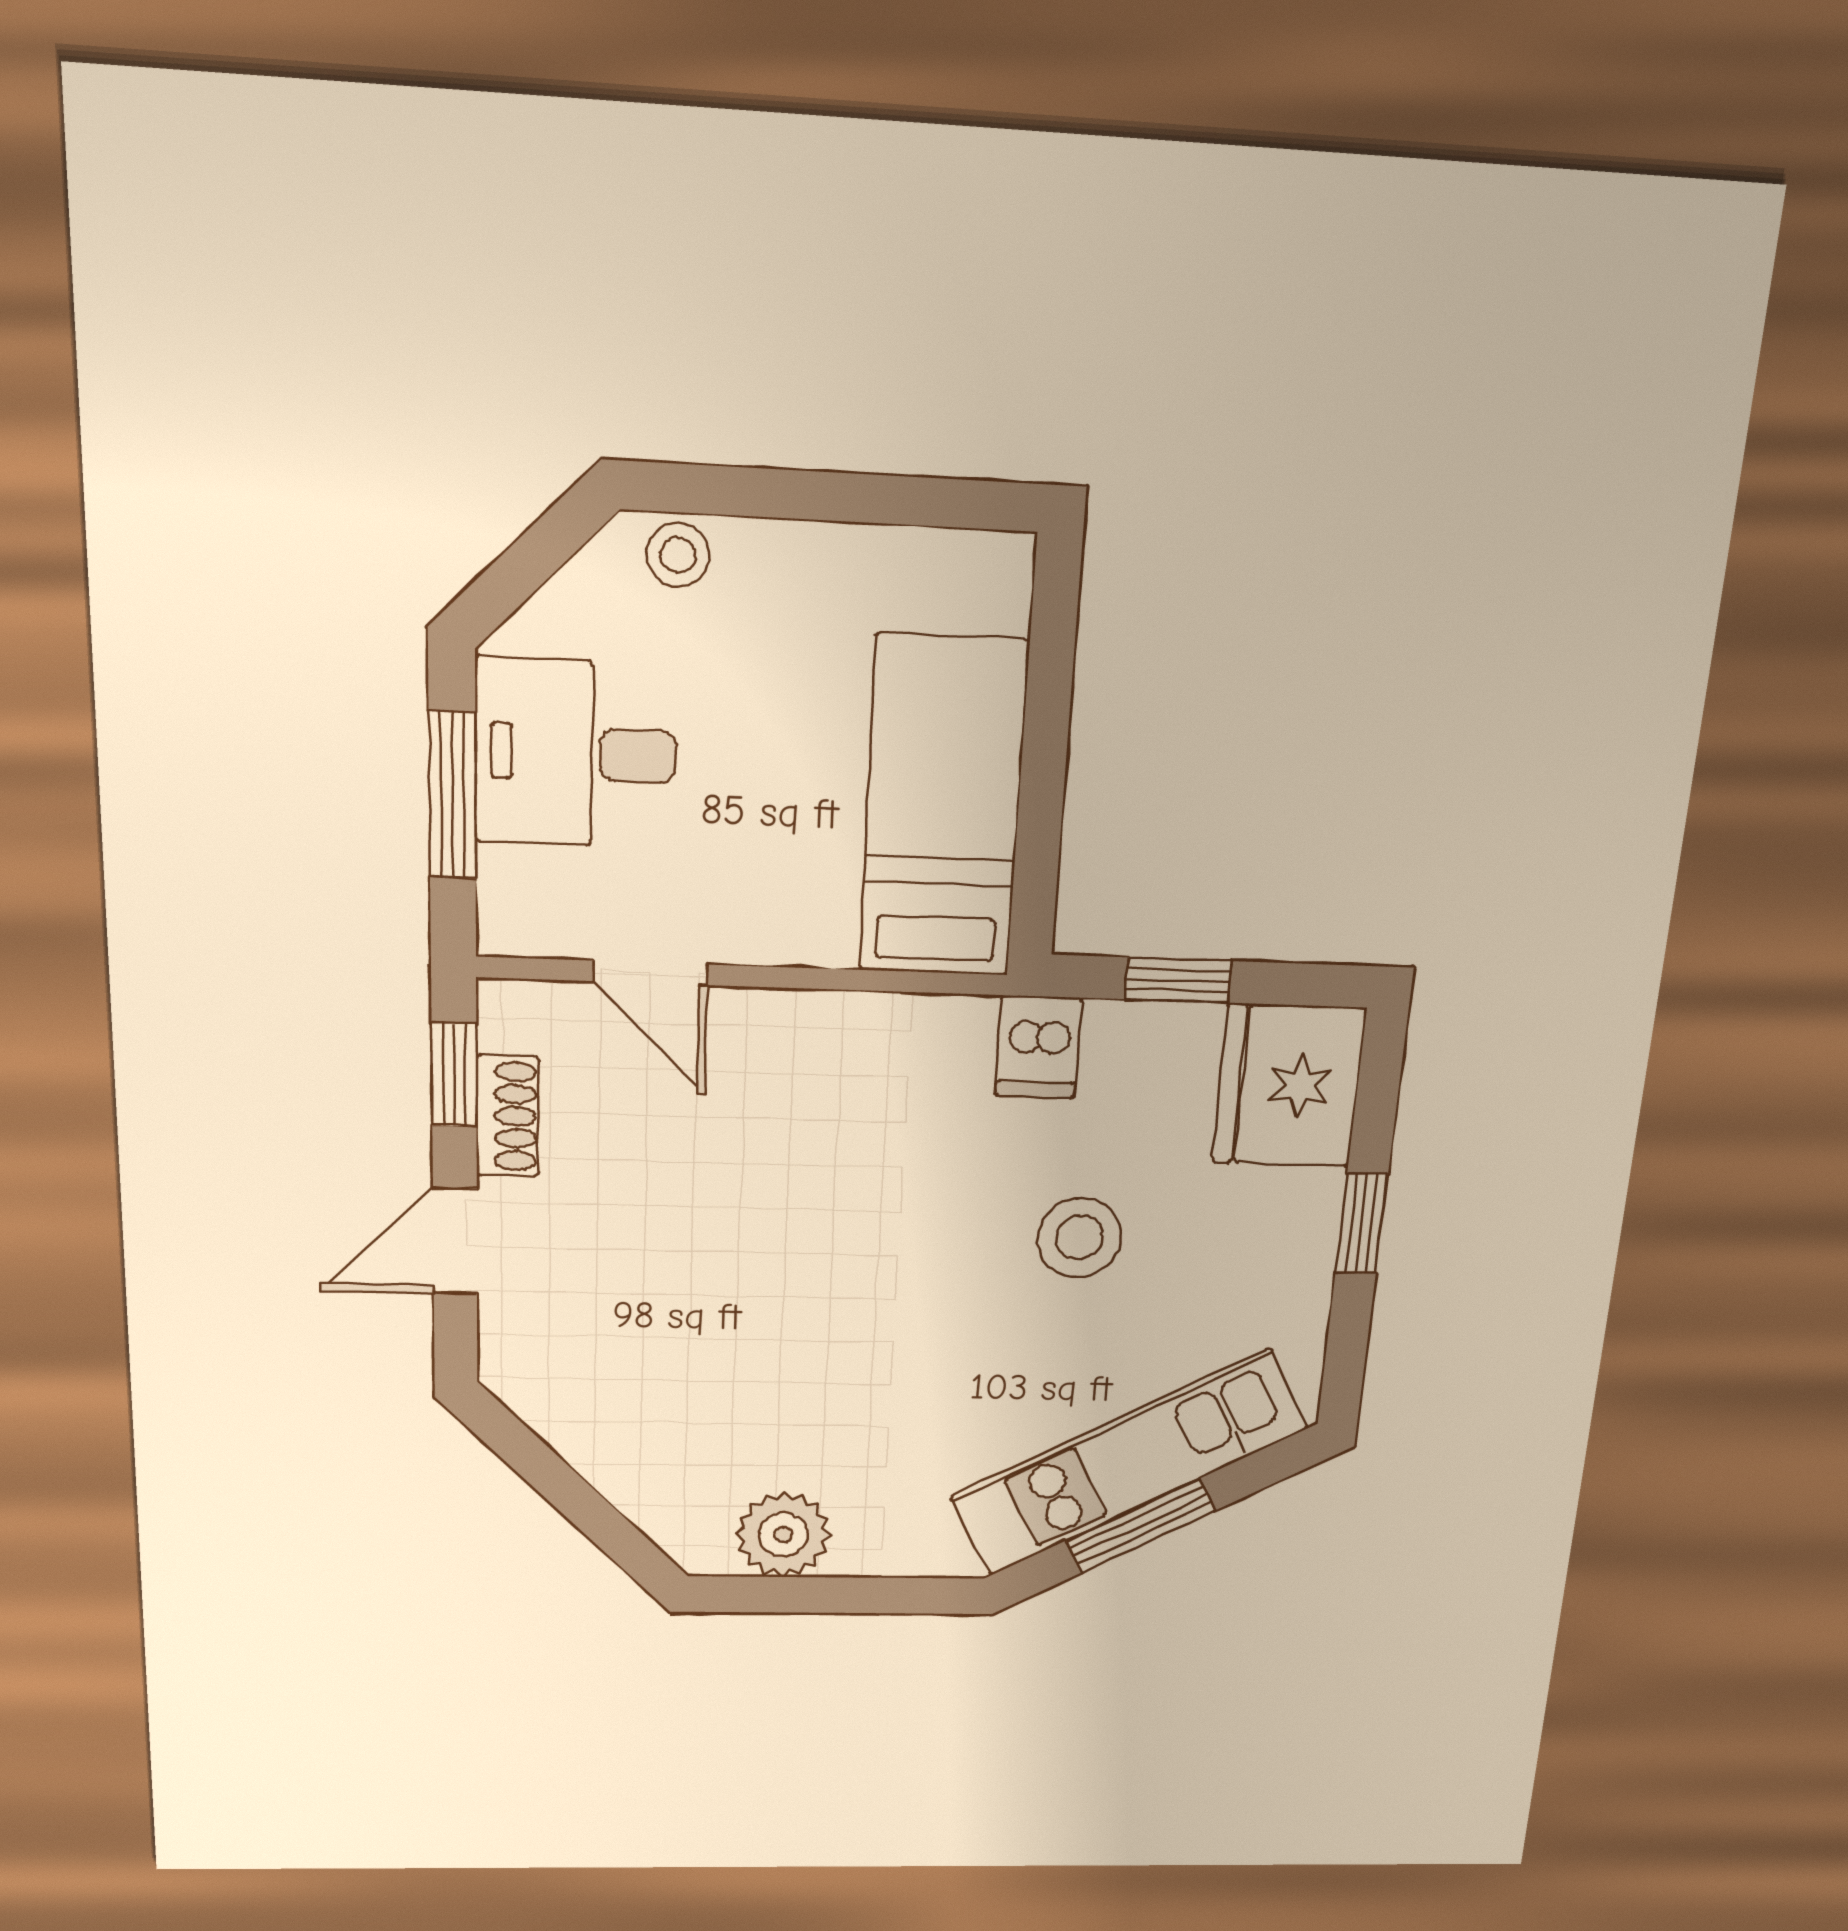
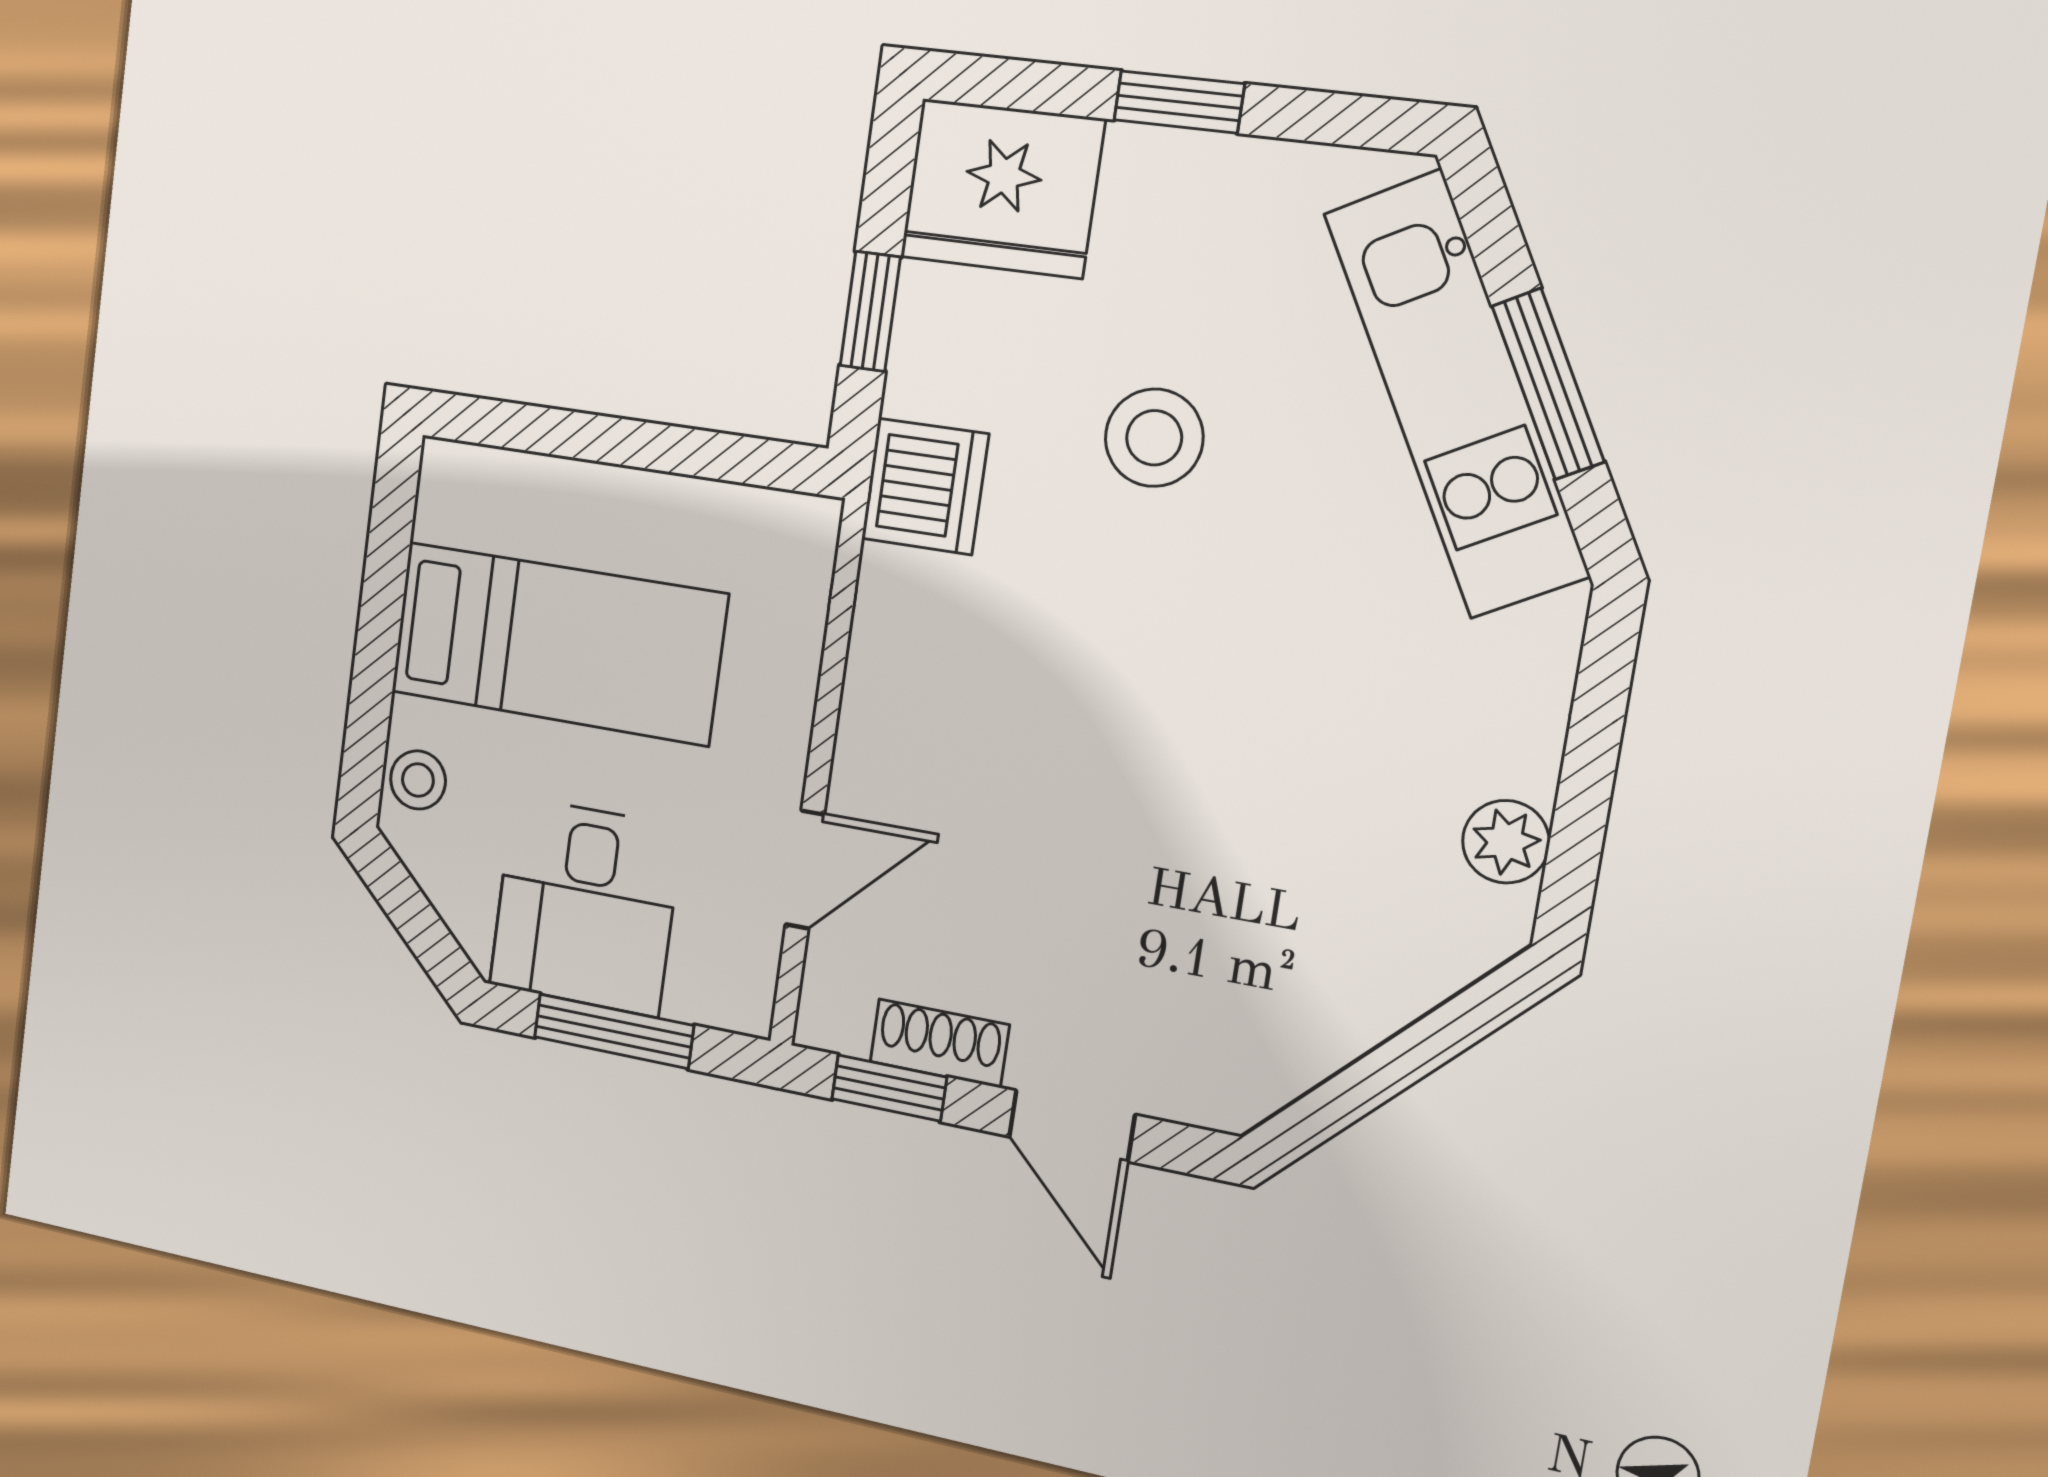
bed: (943, 808) -> (557, 643), moved, turned 180
dishwasher: (1038, 1047) -> (925, 486), width x1.38
plant: (783, 1535) -> (1506, 842), width x0.73, depth x0.73

